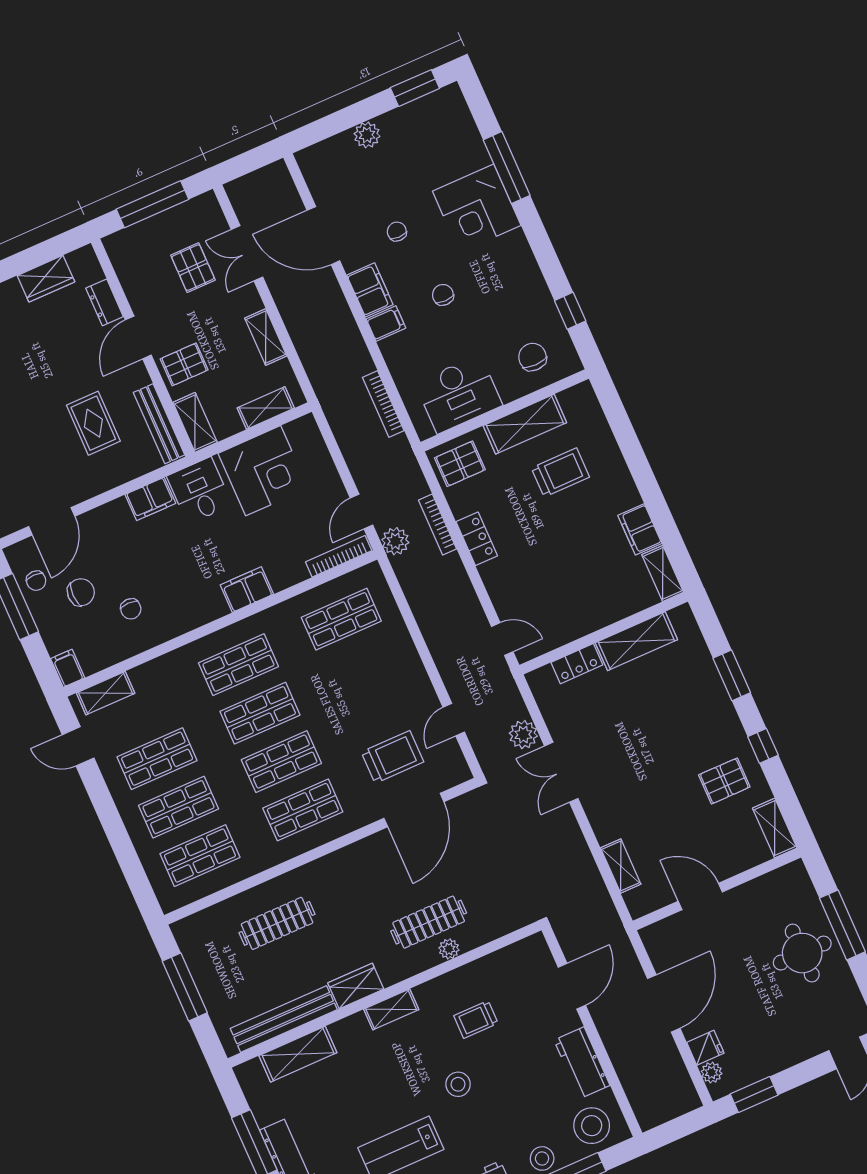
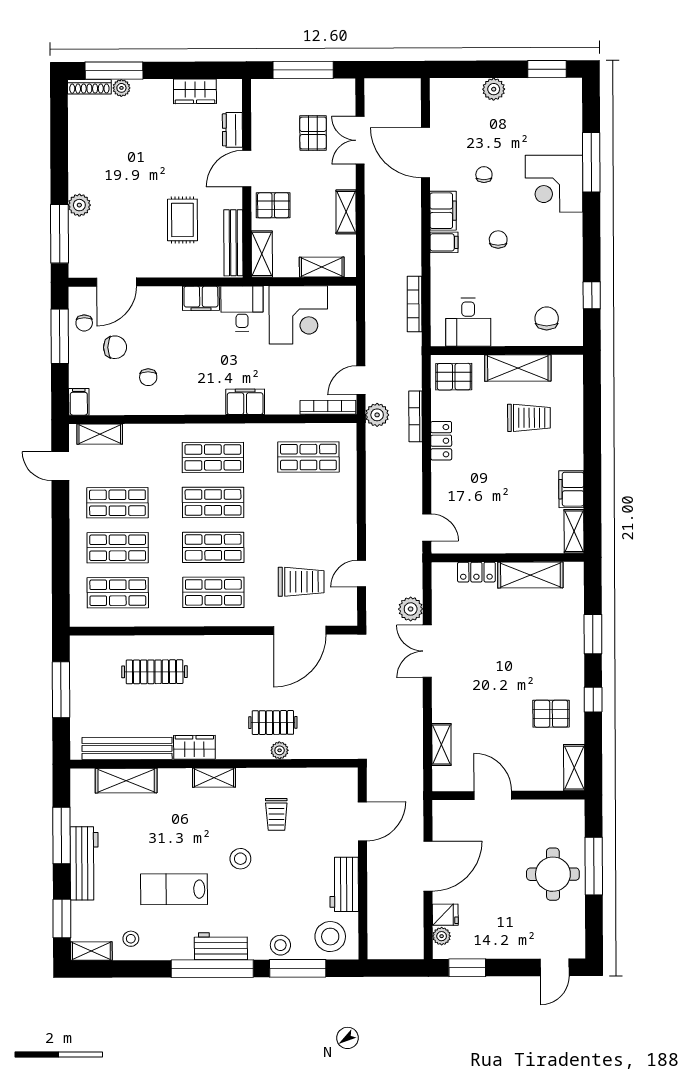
desk: (459, 394) -> (468, 322), width x0.73
clothes rail: (429, 922) -> (273, 723), width x0.73
trolley: (476, 1019) -> (276, 814), turned -90

